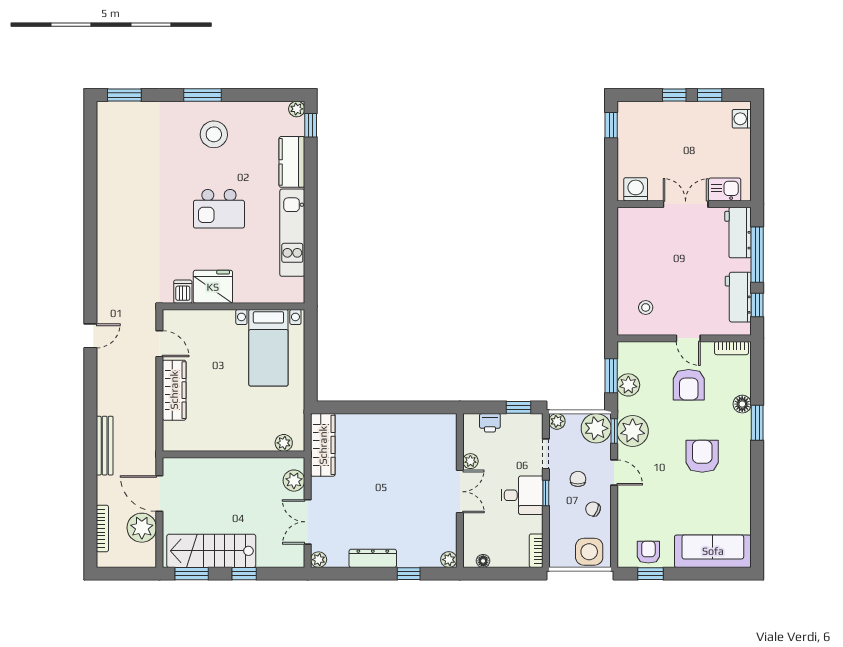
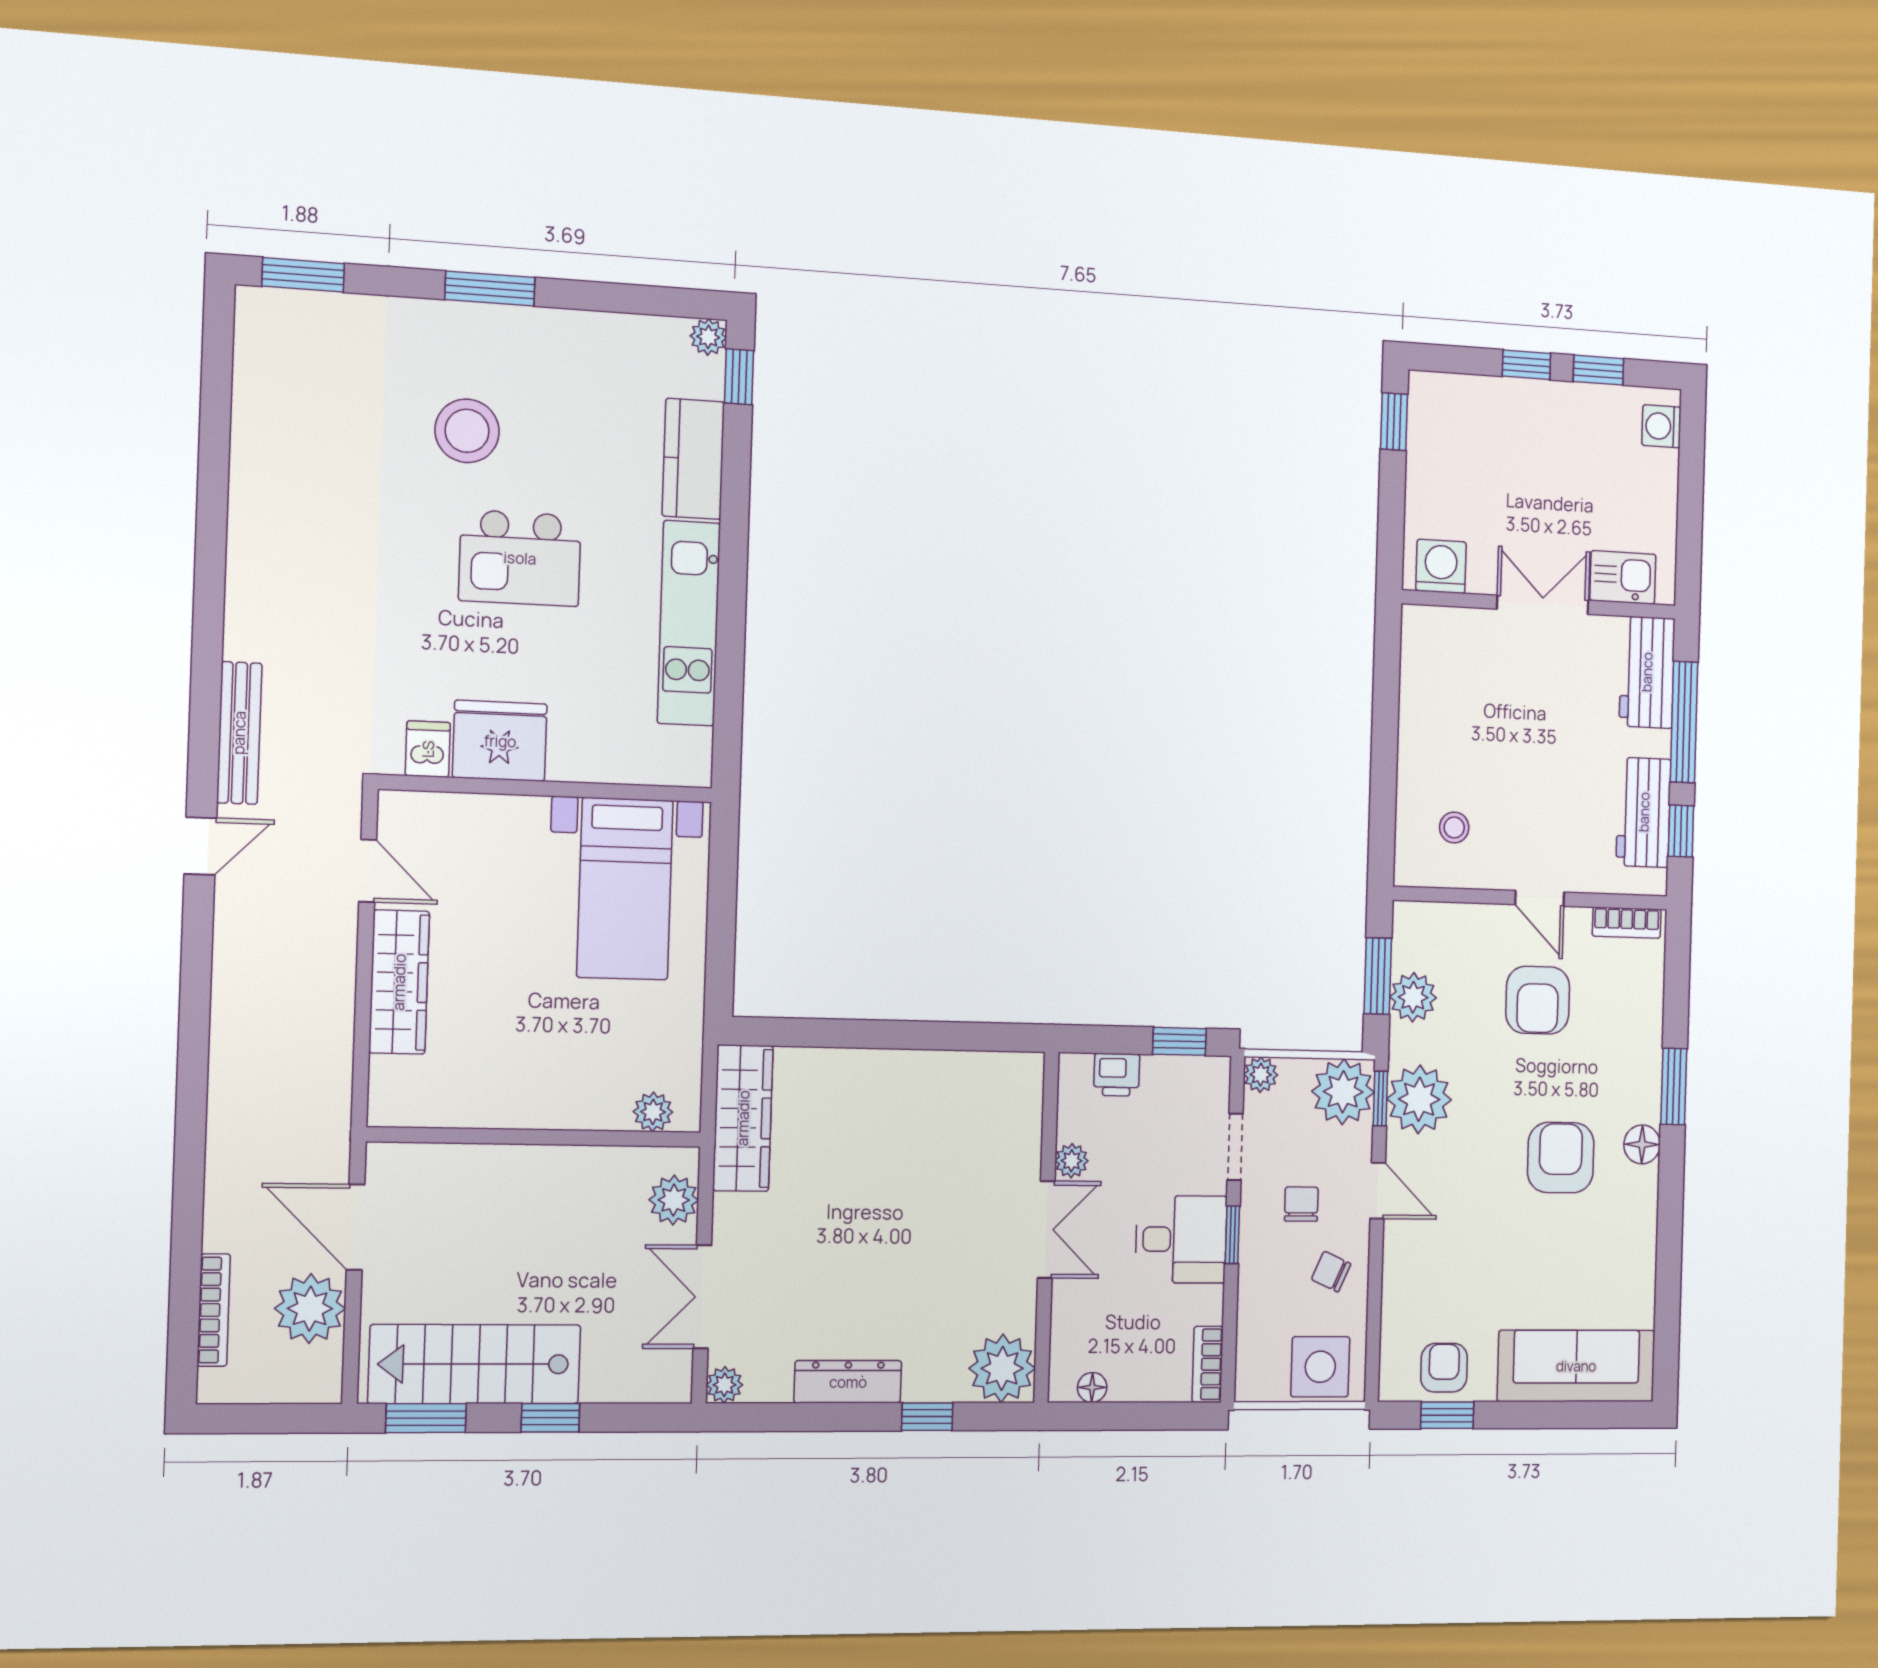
stool: (214, 134) -> (467, 431), moved
floor lamp: (742, 404) -> (1642, 1144), moved
bench: (105, 446) -> (239, 733), moved
plant: (449, 560) -> (1002, 1368), width x1.88, depth x1.88

